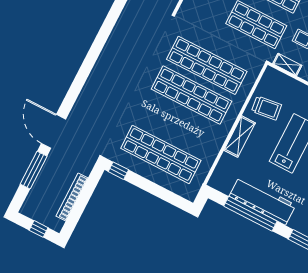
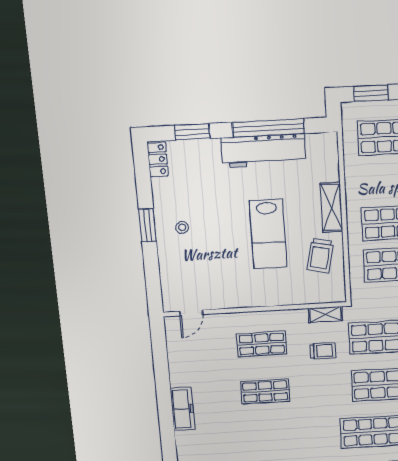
trolley: (267, 108) -> (320, 256), turned -72
window: (170, 197) -> (371, 93), added

